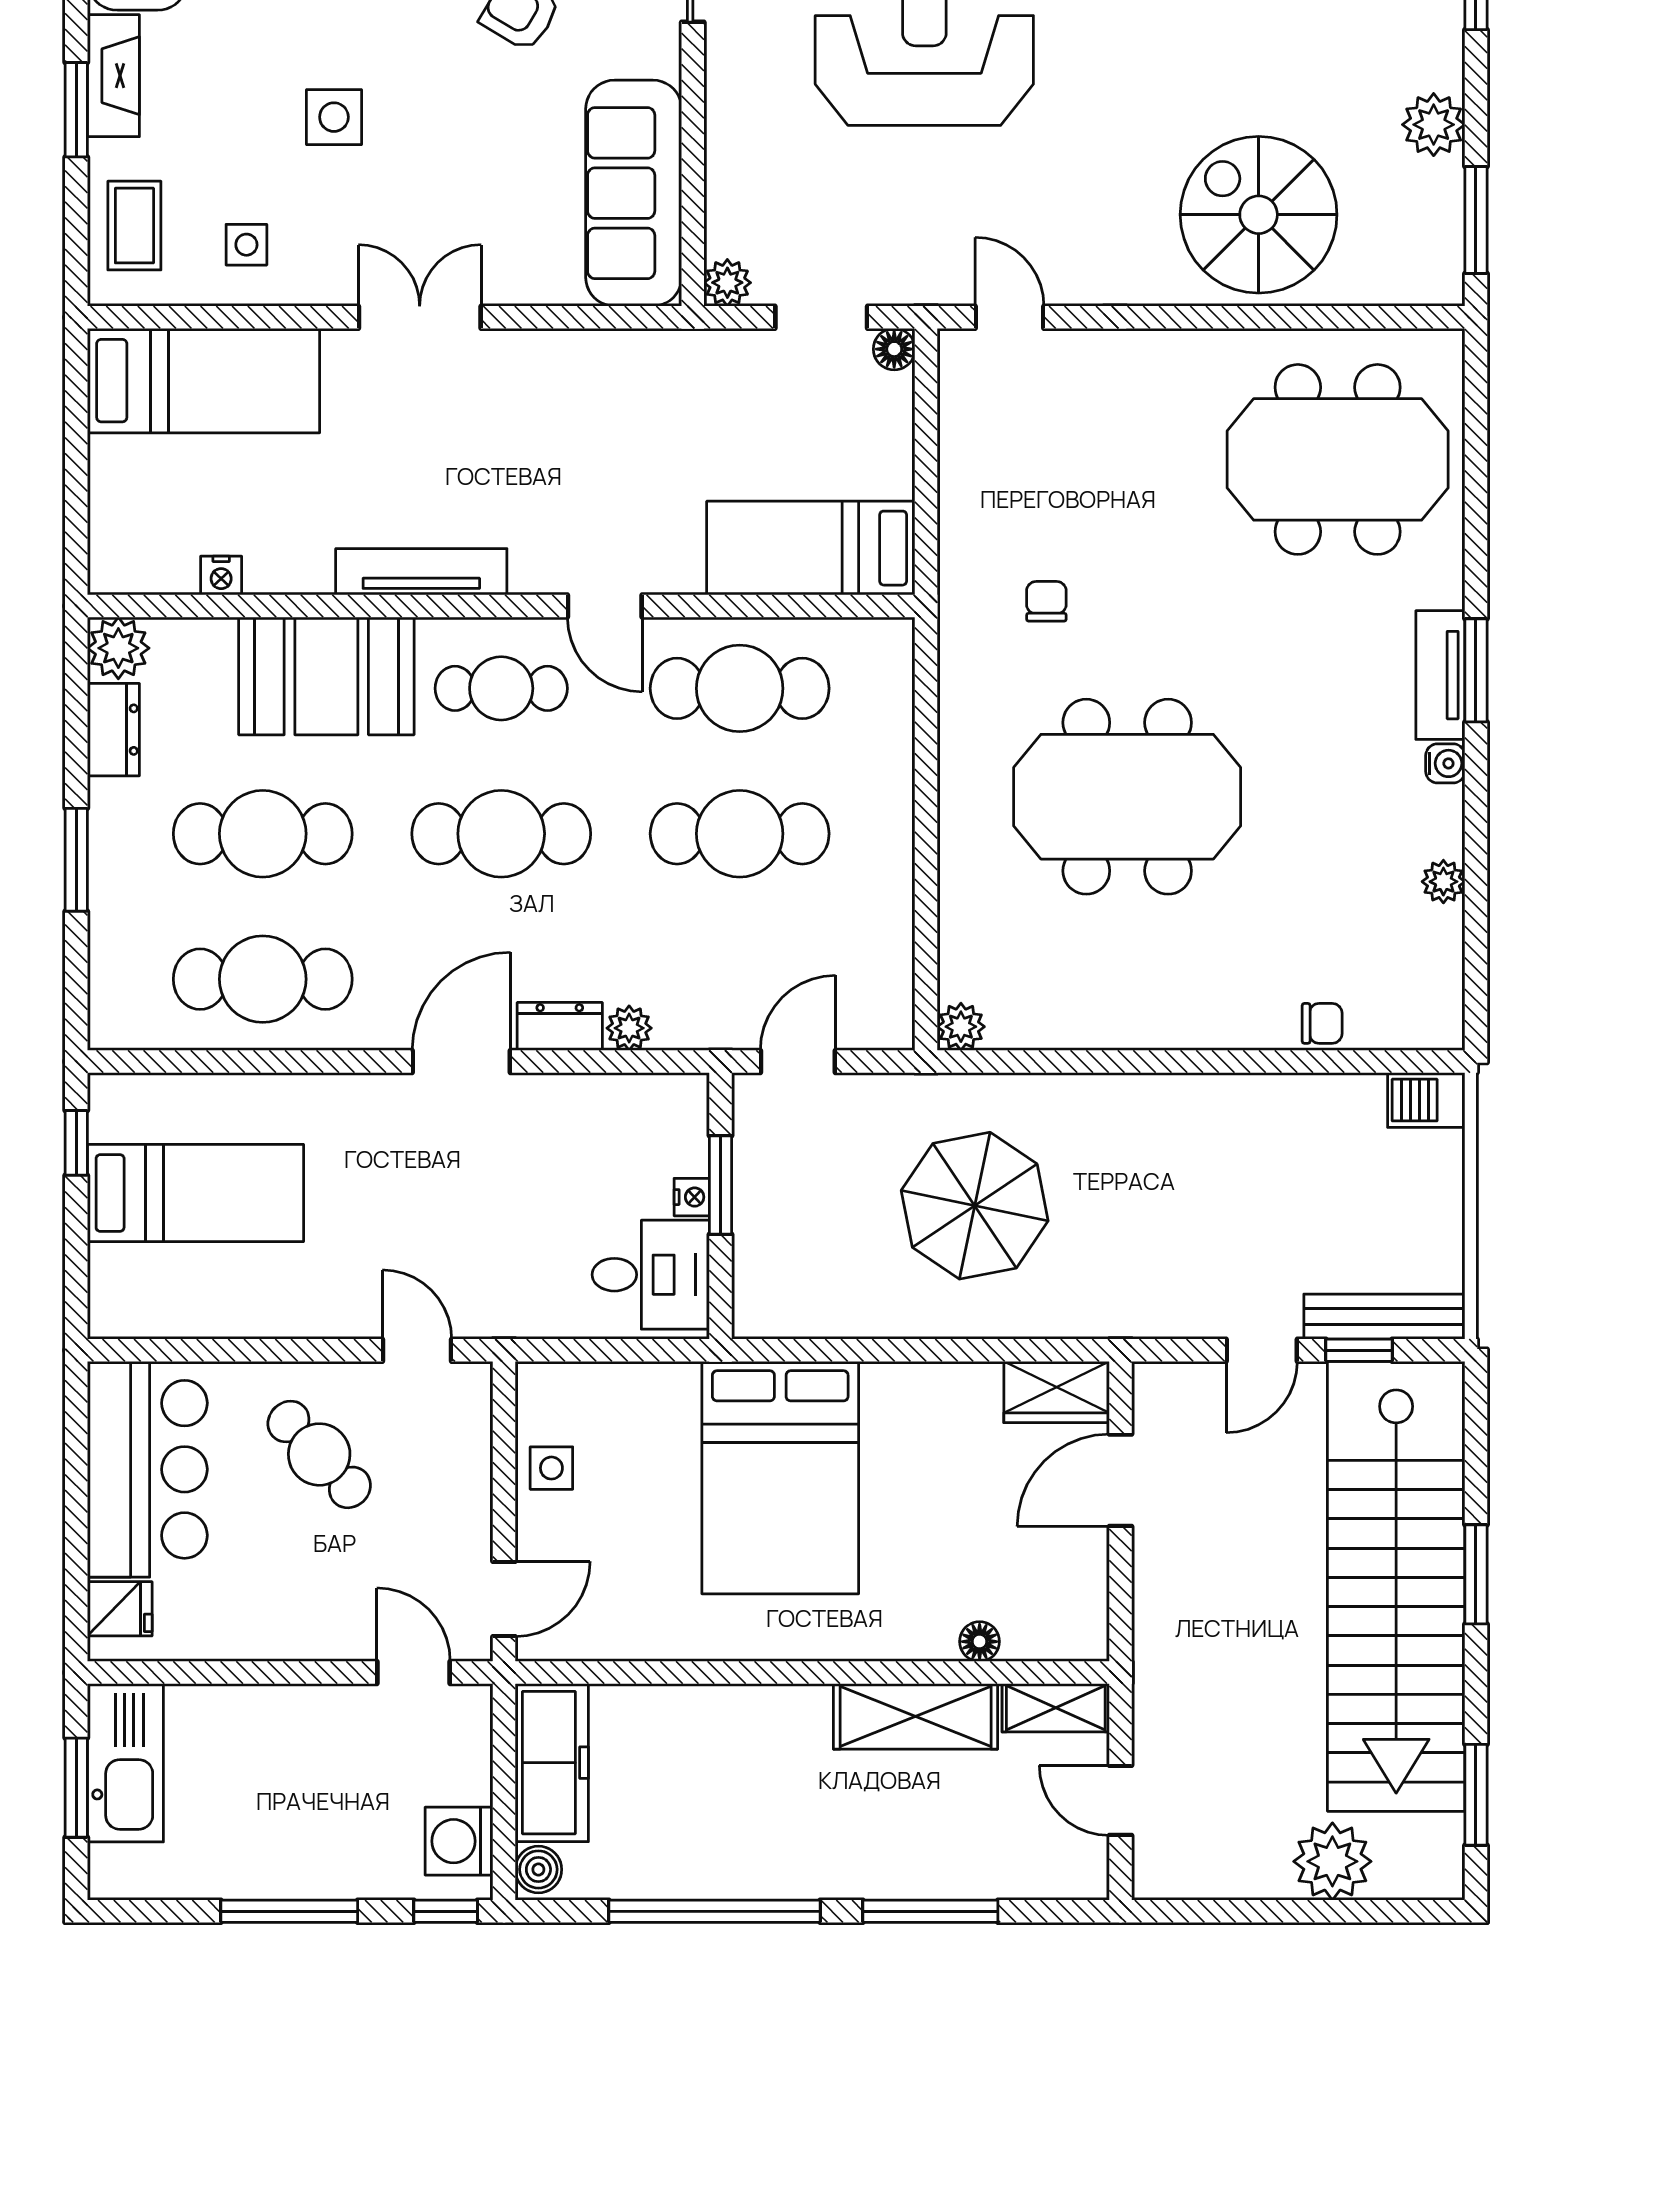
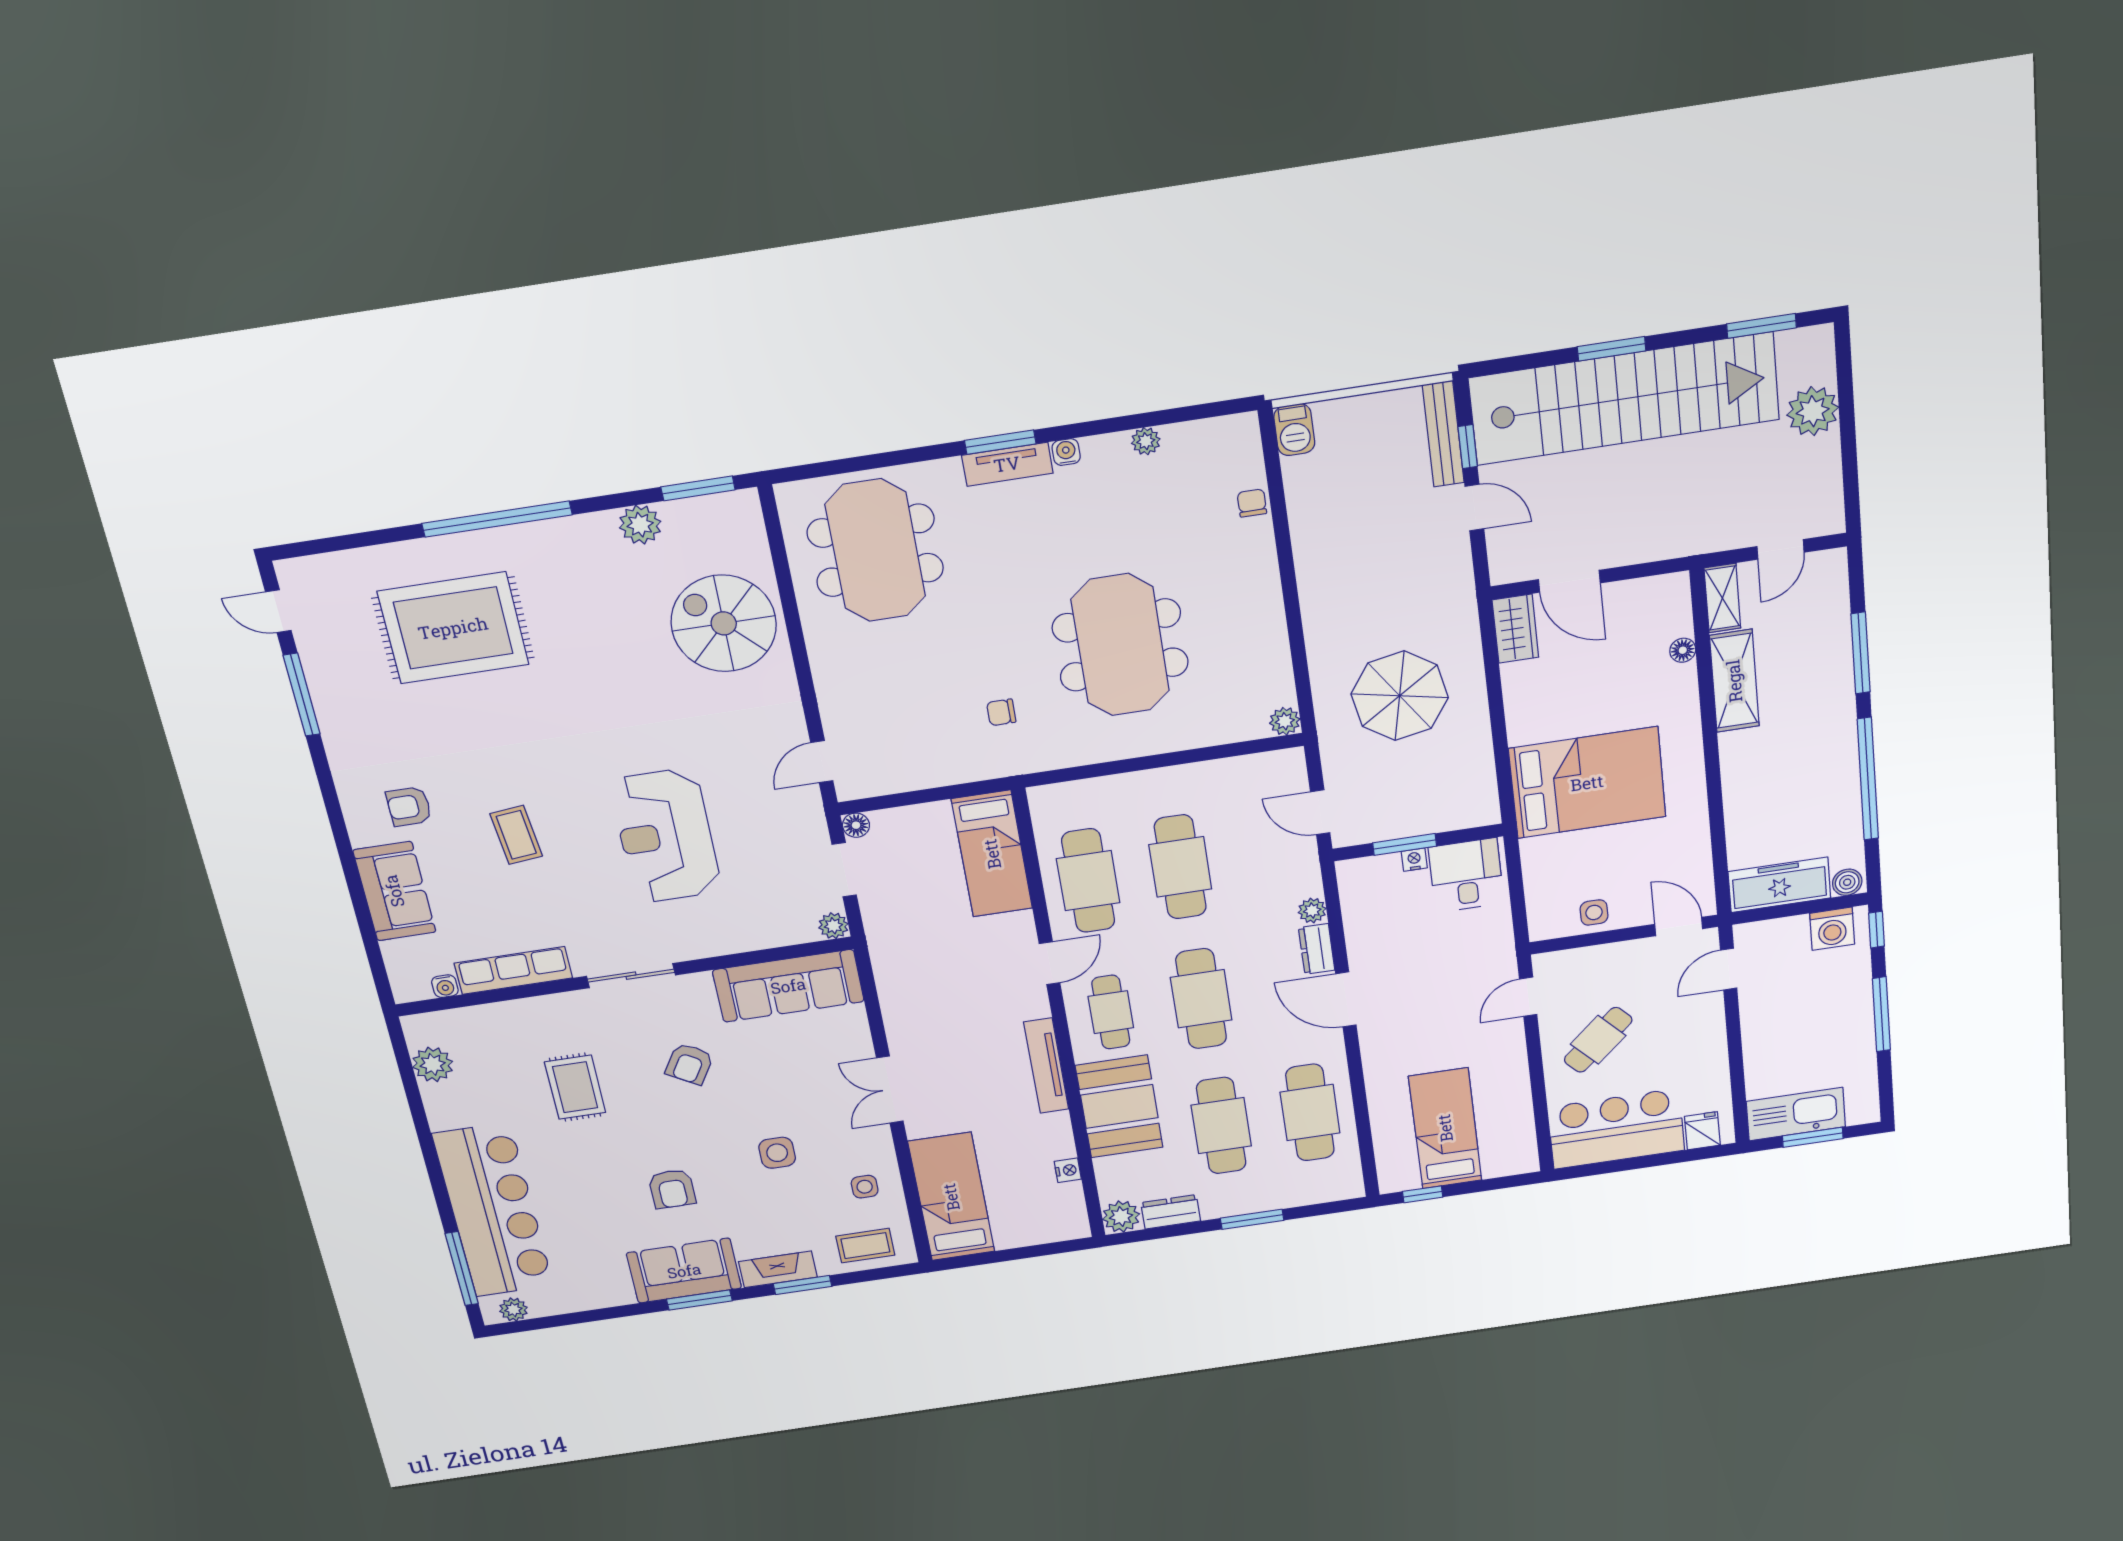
spiral stairs: (1259, 215) -> (724, 623), turned 90

